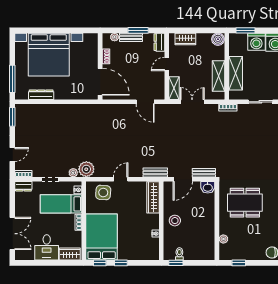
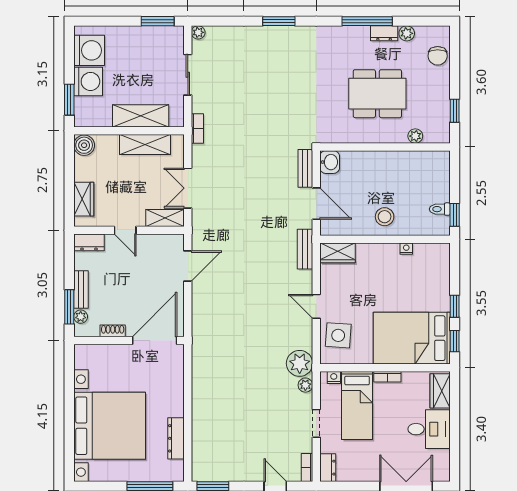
window: (138, 30) -> (69, 307), moved
wardrobe: (153, 197) -> (338, 253), width x0.67
dining table: (245, 203) -> (377, 94), moved, turned 90

